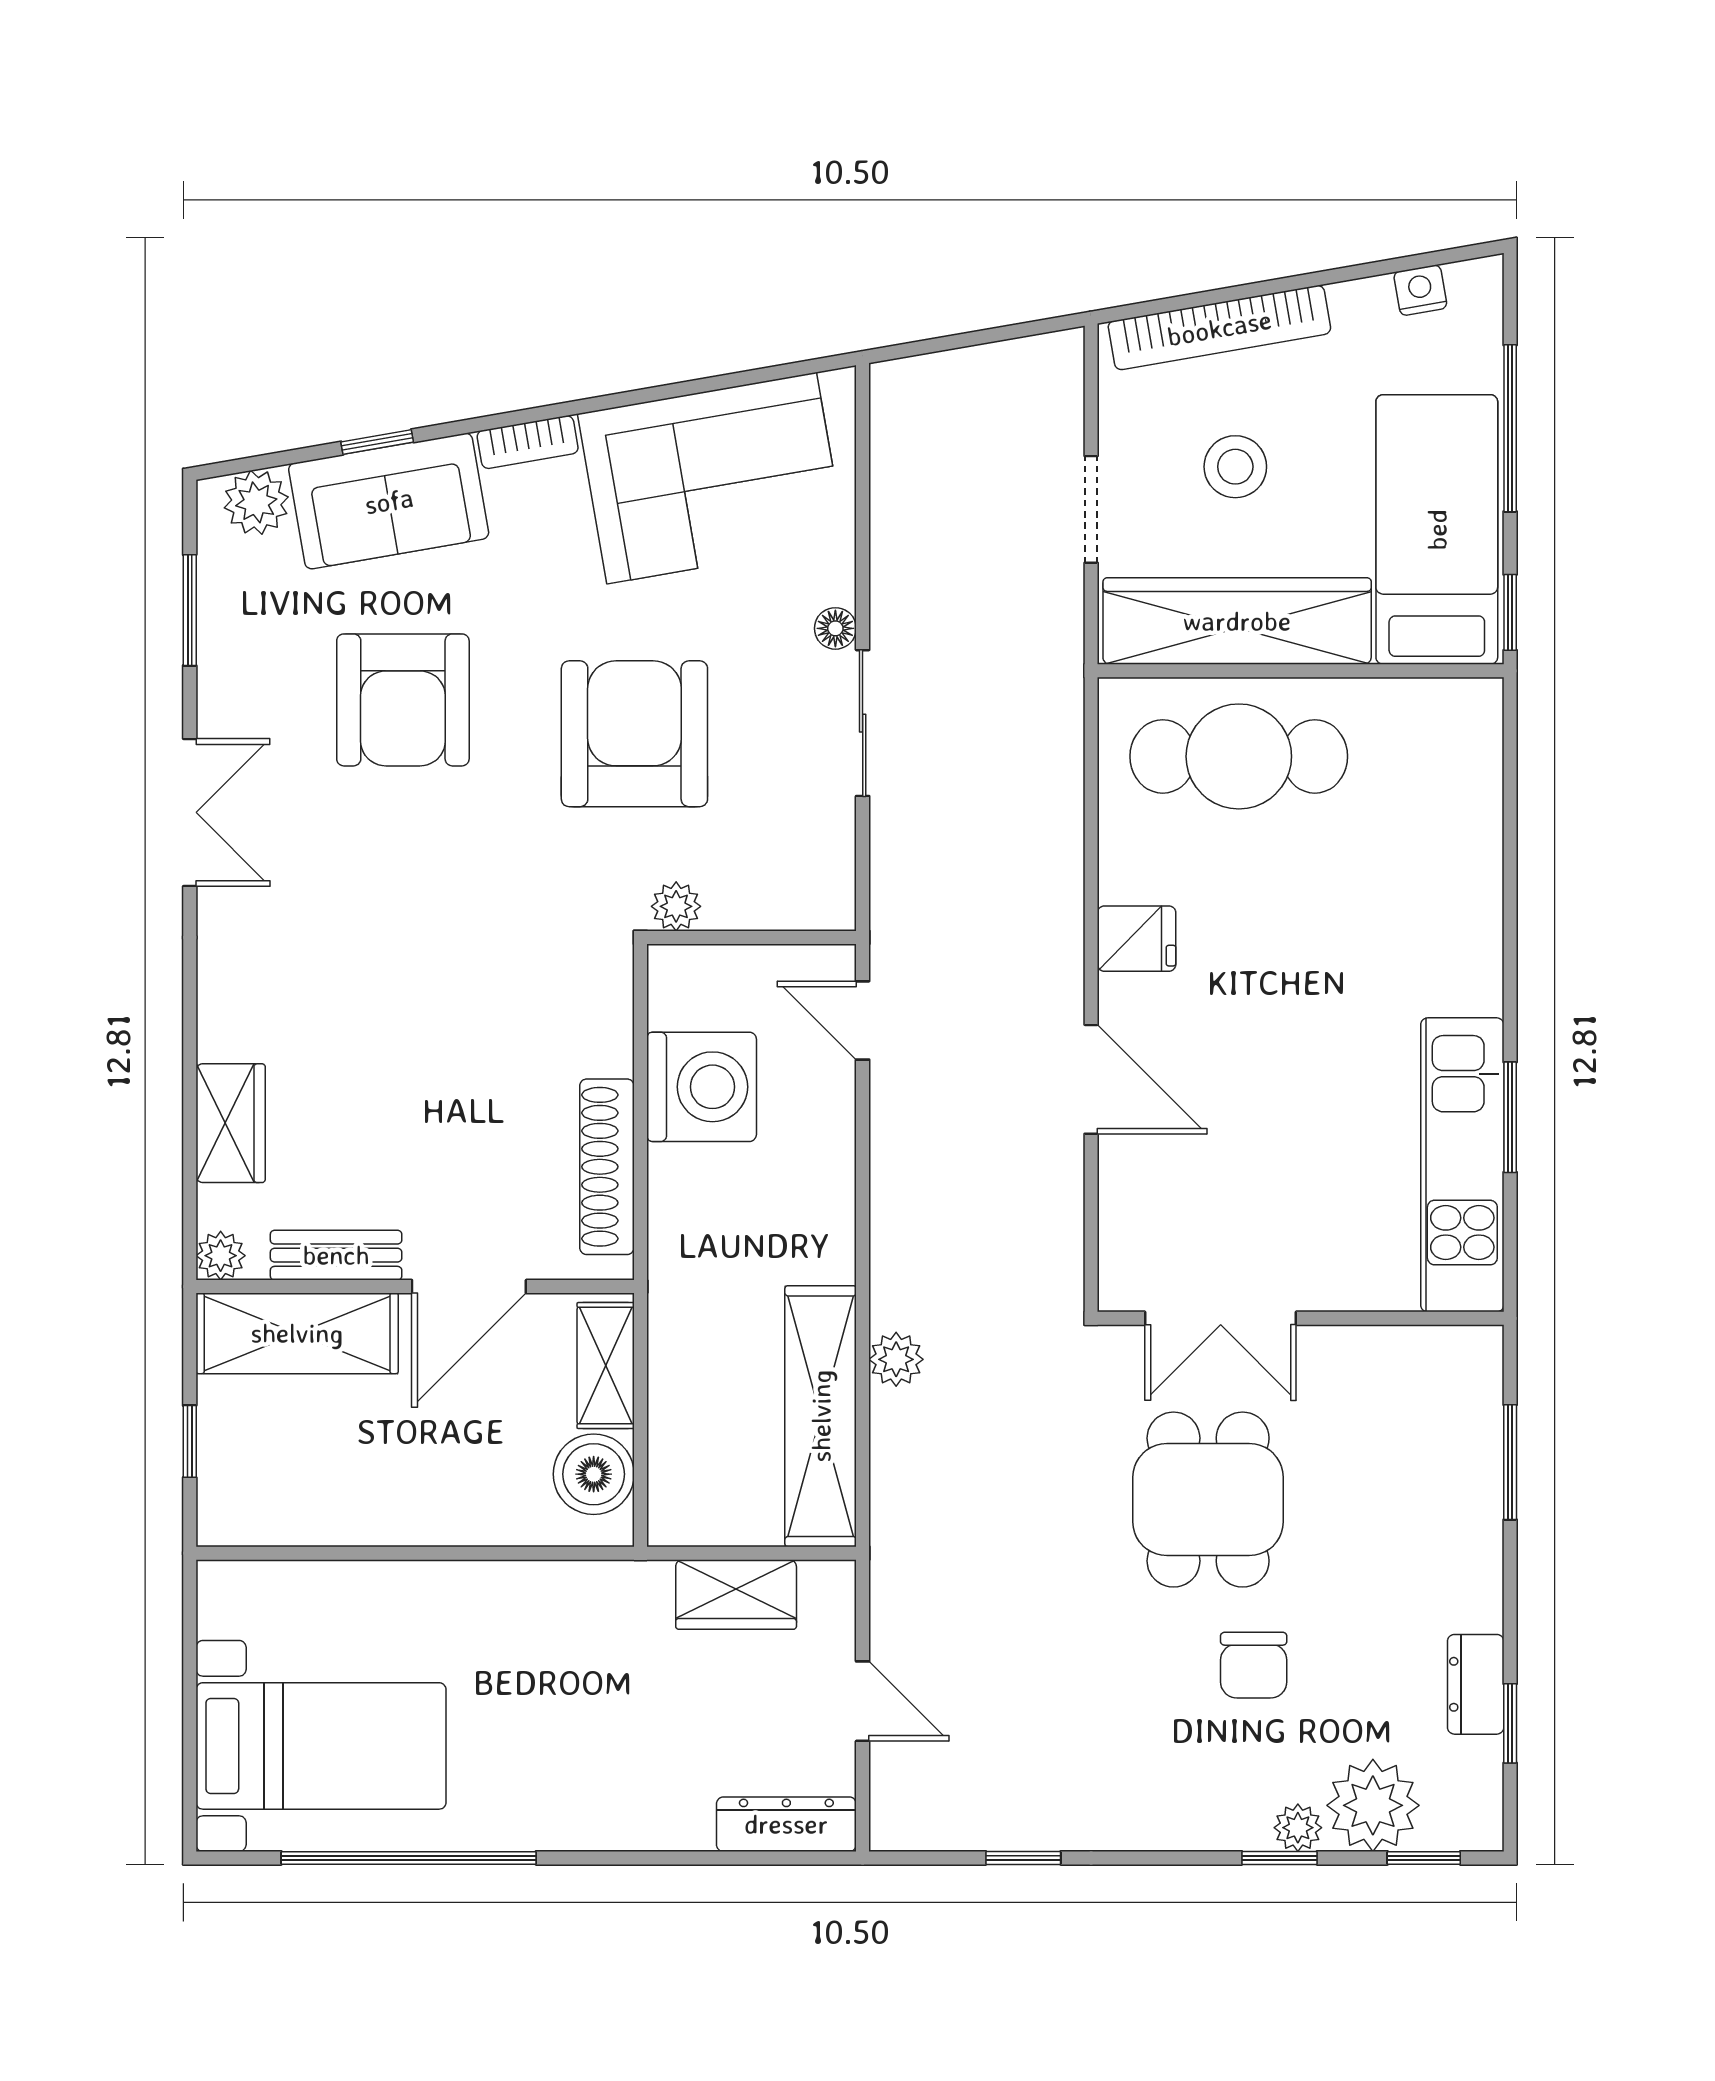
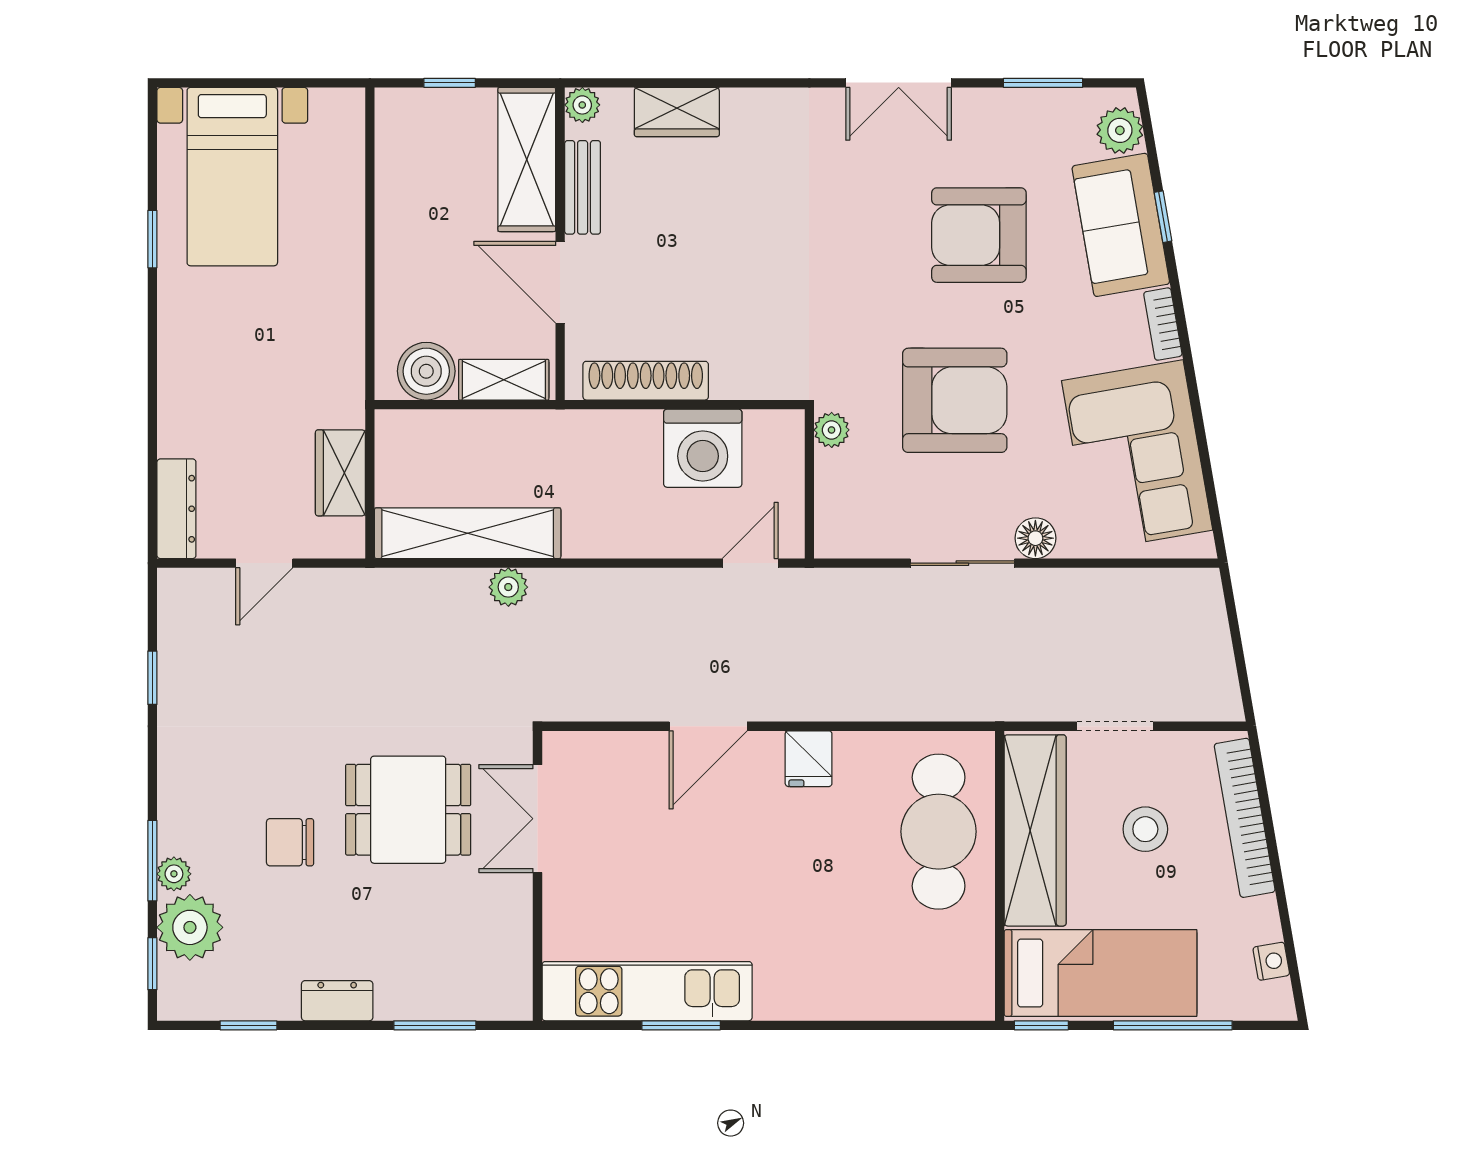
floor lamp: (835, 628) -> (1035, 538), width x1.37, depth x1.37
dresser: (1476, 1684) -> (337, 1001), moved
window: (409, 1858) -> (152, 239), width x0.32
window: (1279, 1858) -> (152, 861), width x1.50

